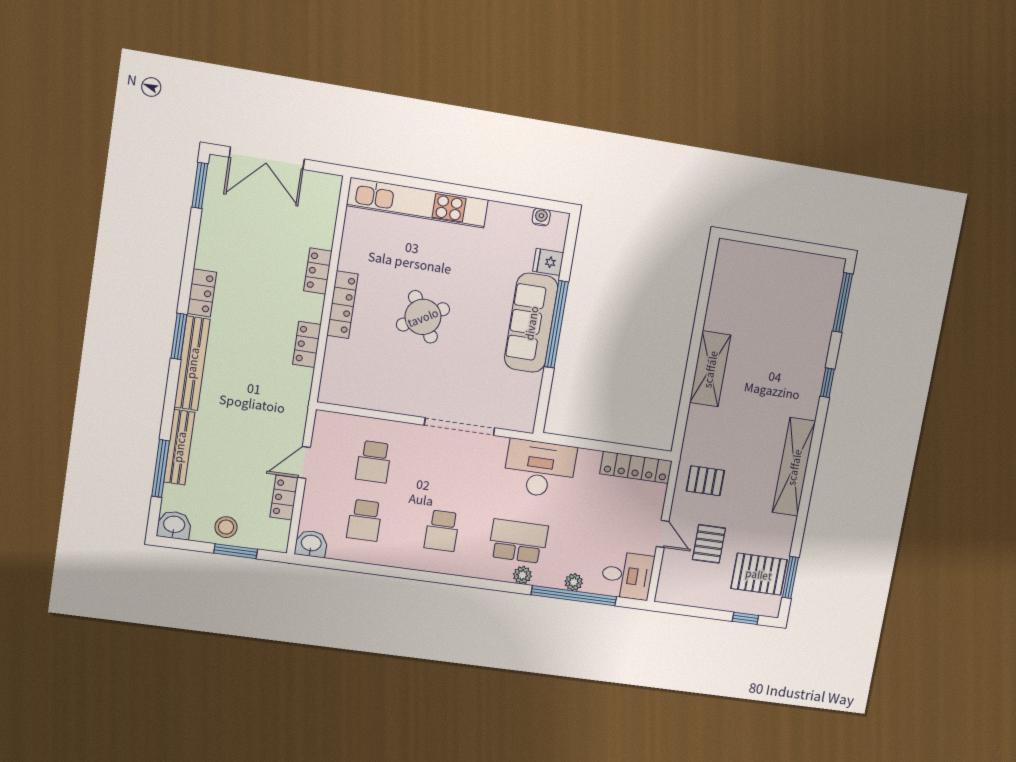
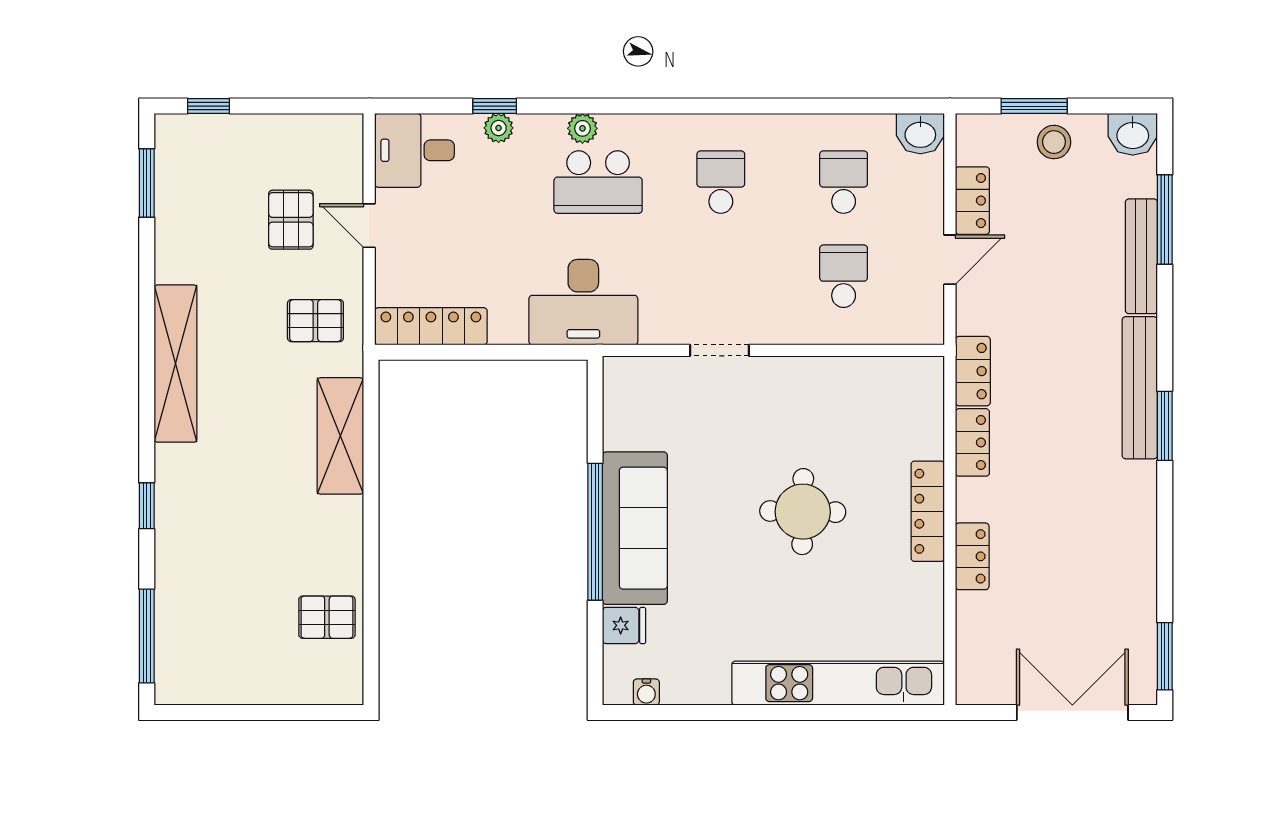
locker: (202, 293) -> (973, 371), moved, turned 180
round table: (423, 317) -> (803, 512), turned 31
shelving: (710, 369) -> (340, 436), moved
doorway: (460, 427) -> (720, 350), width x0.53
pallet: (759, 574) -> (327, 617), moved, width x0.67, depth x0.71
window: (574, 596) -> (495, 106), width x0.32

